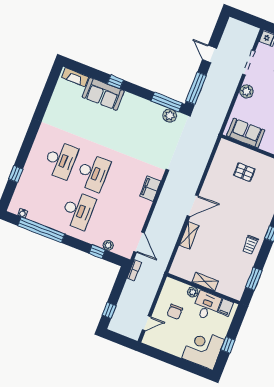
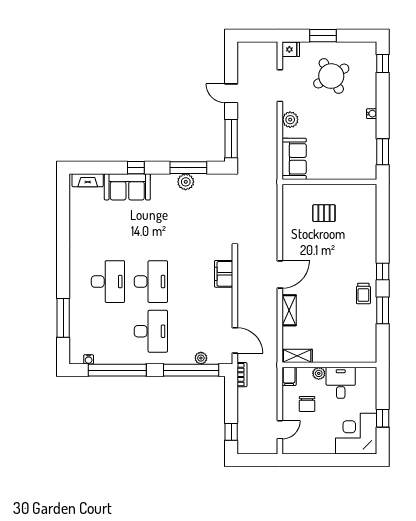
window: (167, 102) -> (188, 168), moved
plant: (170, 116) -> (186, 182), moved
sofa: (246, 133) -> (294, 159), moved, turned 90
window: (16, 174) -> (63, 318), width x2.17
window: (97, 252) -> (191, 370), width x3.17
window: (254, 279) -> (383, 310), moved
shelving: (205, 282) -> (297, 356), moved
filing cabinet: (226, 308) -> (289, 376), moved

